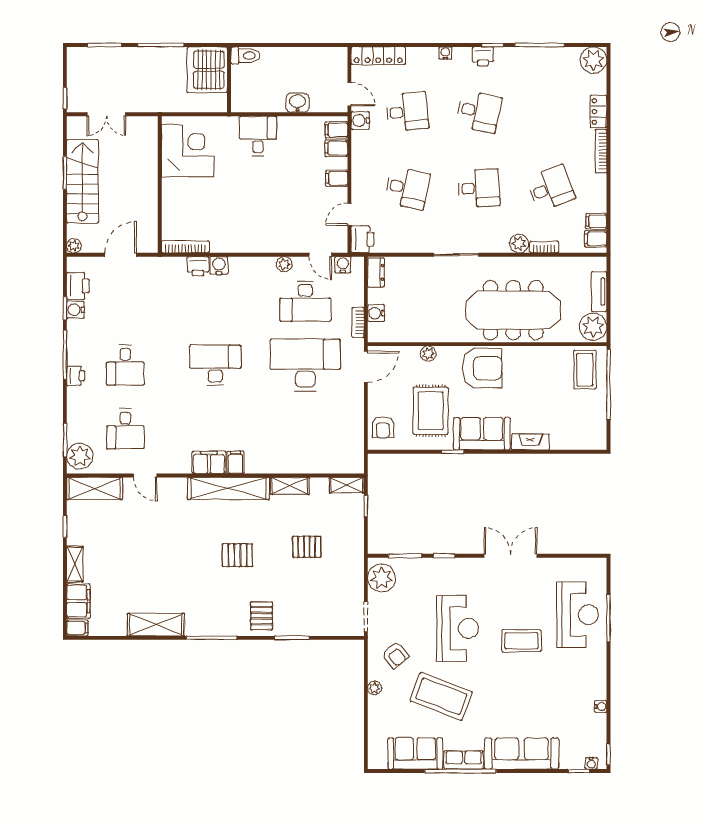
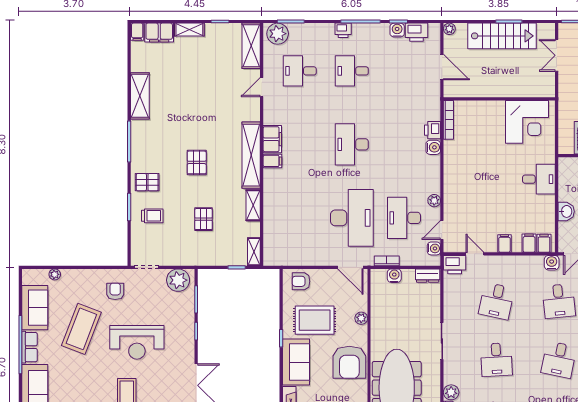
desk: (215, 365) -> (352, 144), turned 180
trolley: (303, 610) -> (152, 216), added
armchair: (395, 655) -> (115, 291), turned 127
plant: (375, 688) -> (55, 274), moved

